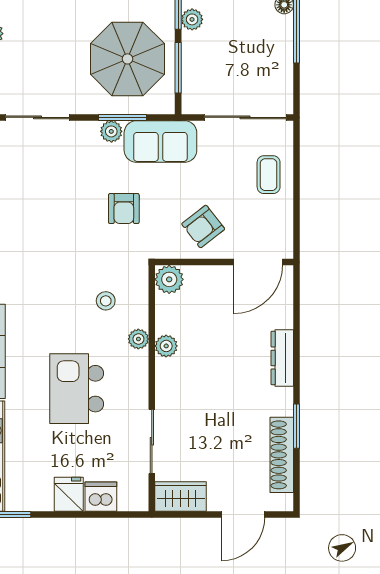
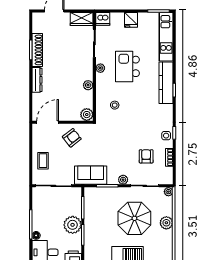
plant: (192, 19) -> (73, 225), width x1.88, depth x1.88
parasol: (127, 59) -> (134, 218), moved
plant: (111, 131) -> (123, 180), moved
armchair: (124, 209) -> (146, 156), moved
plant: (138, 339) -> (100, 68), moved
kitchen island: (77, 389) -> (127, 66), turned 180
shoe rack: (282, 455) -> (37, 50), moved
dishwasher: (101, 497) -> (103, 19), moved

